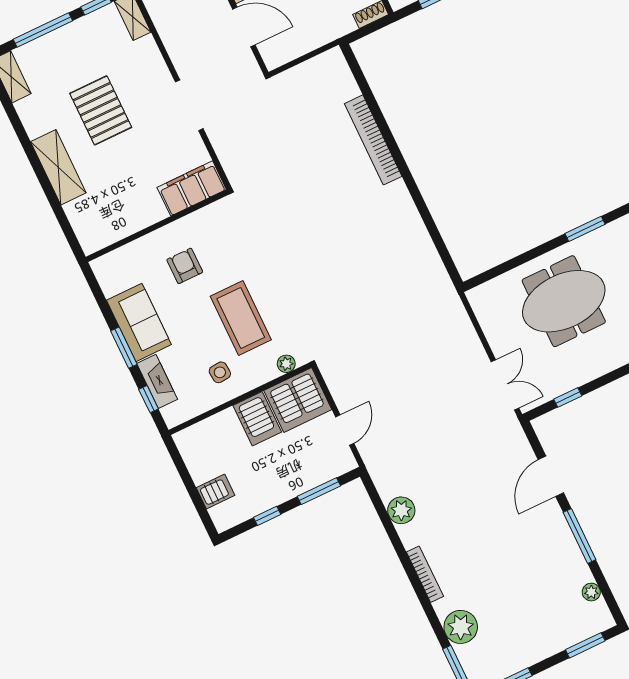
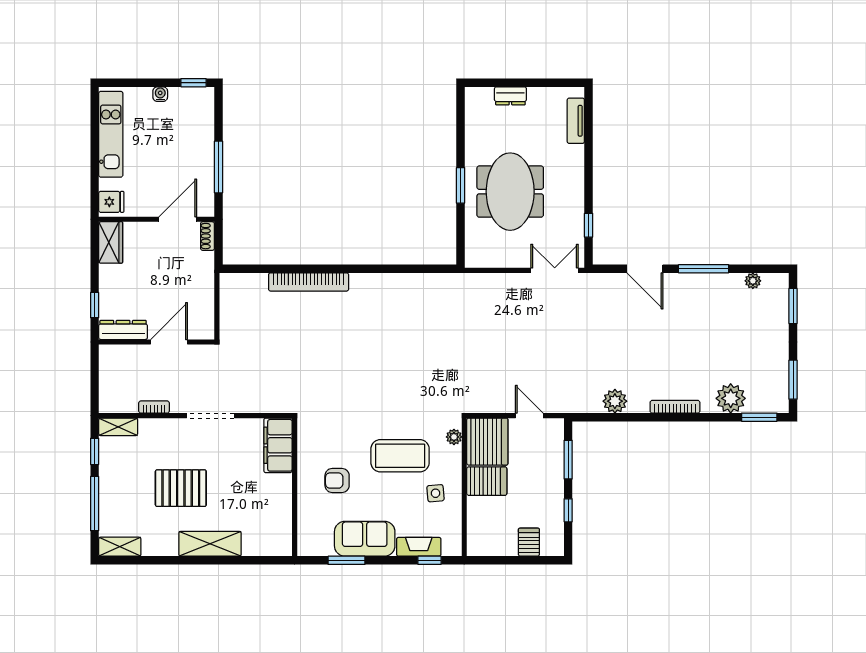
bookcase: (170, 43) -> (154, 407), added
window: (585, 229) -> (461, 185), moved
window: (124, 348) -> (347, 560), moved

